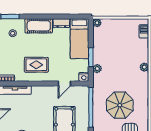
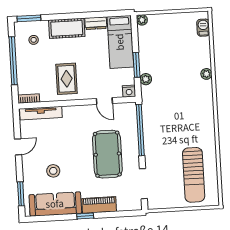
rug: (36, 65) -> (67, 79), turned 90
door: (64, 84) -> (104, 101), hinge flipped
parasol: (120, 105) -> (178, 125), removed

